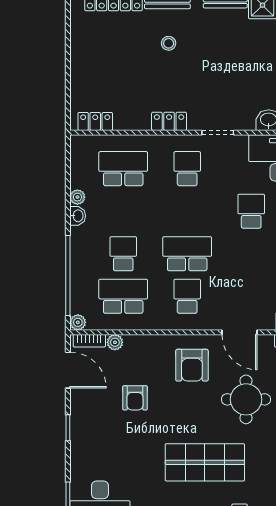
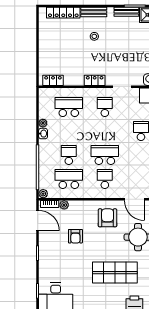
armchair: (192, 365) -> (108, 218), turned 180

